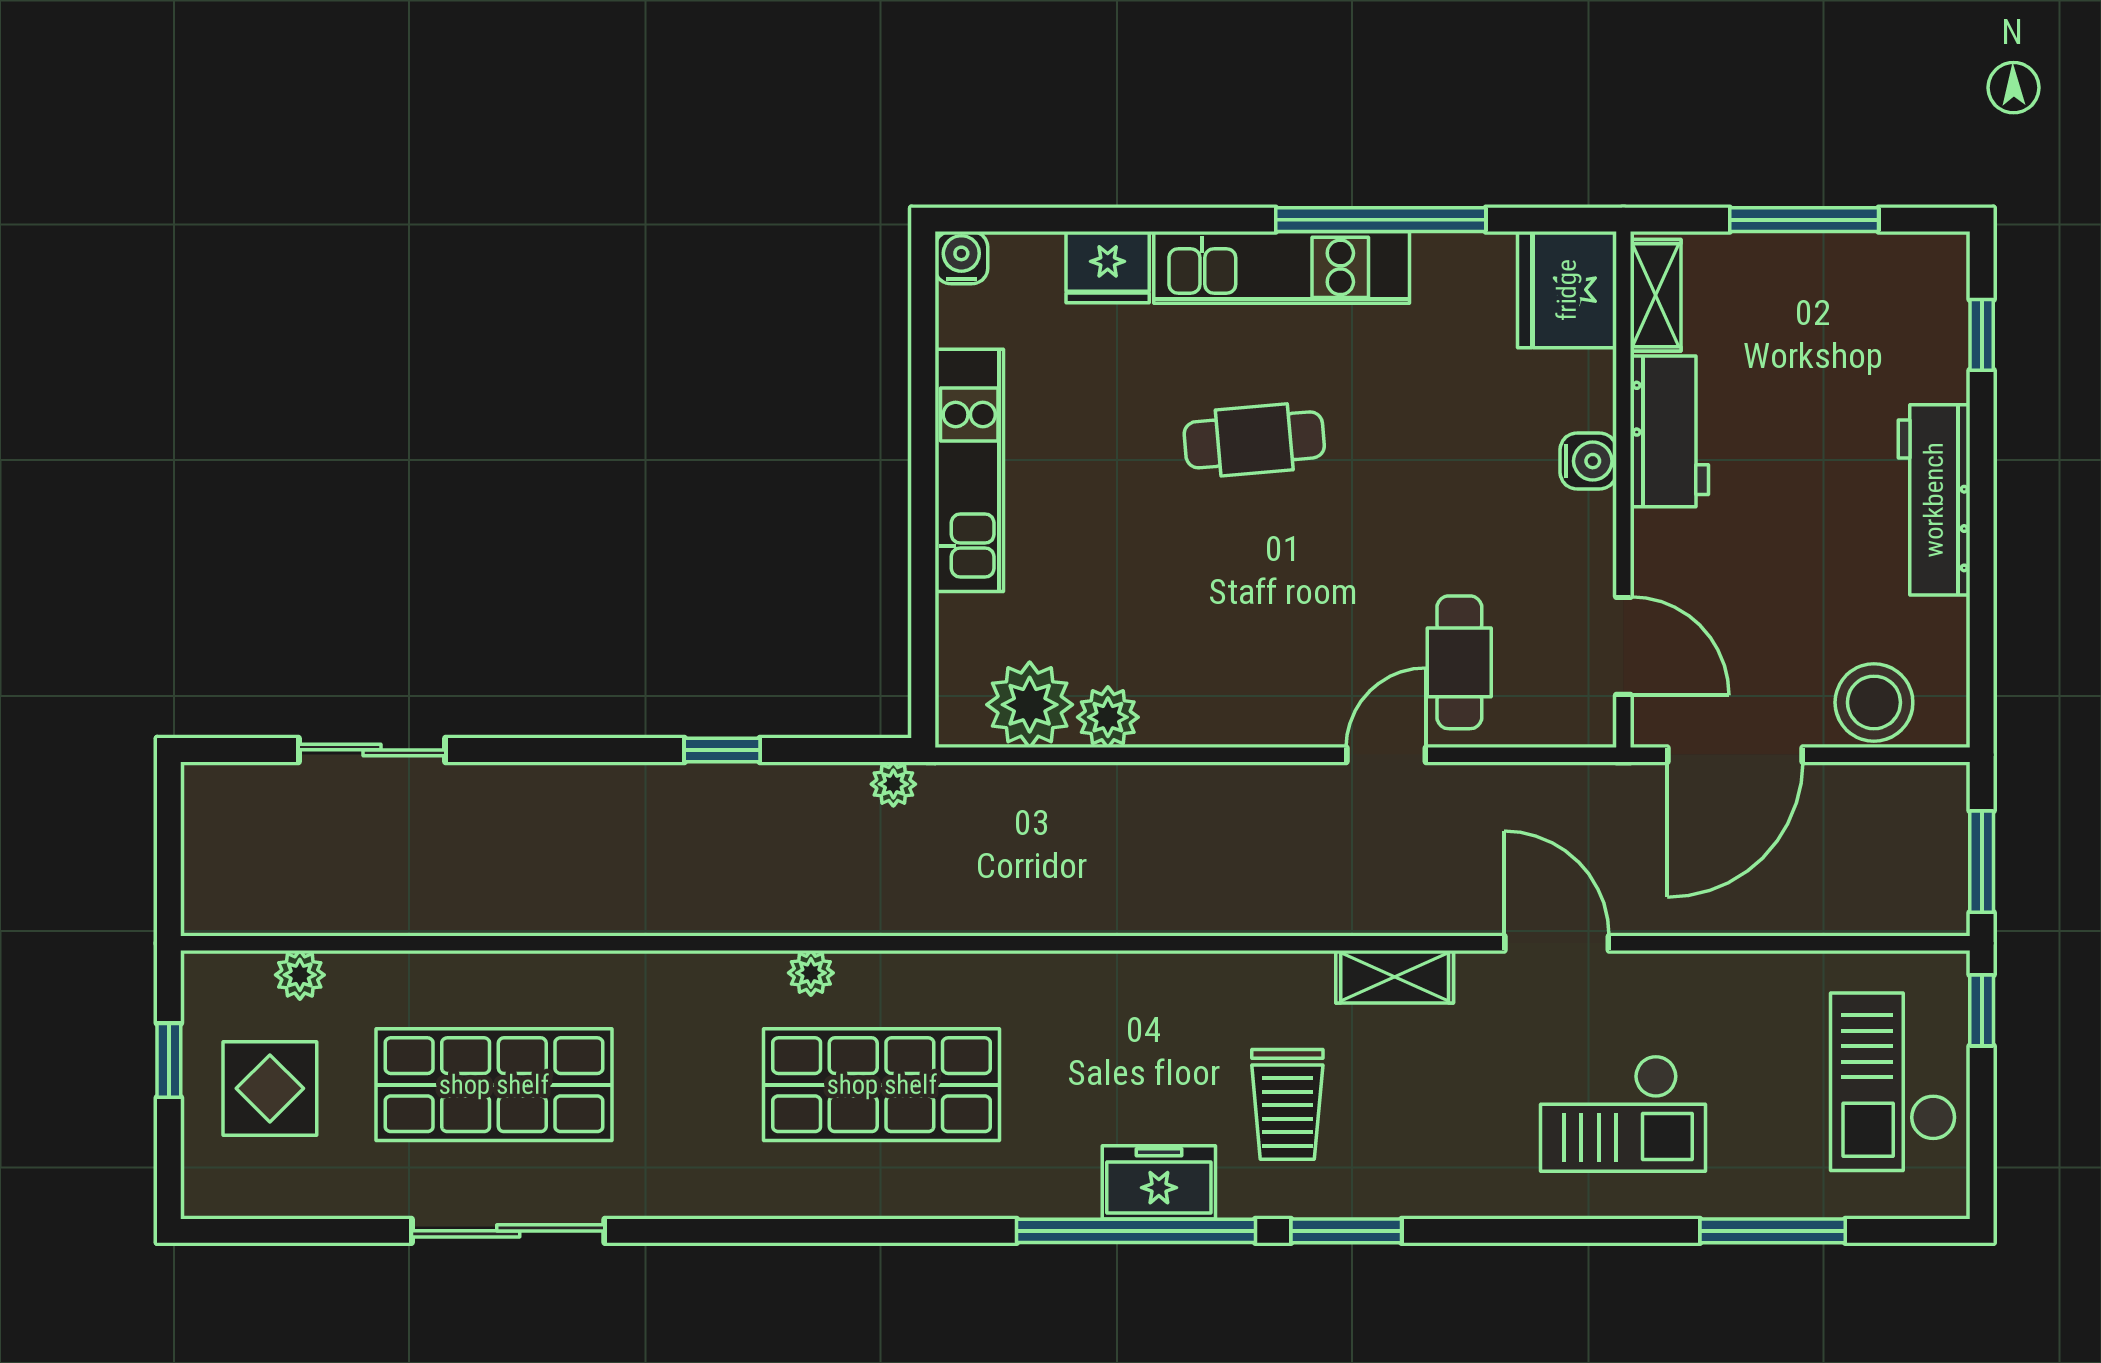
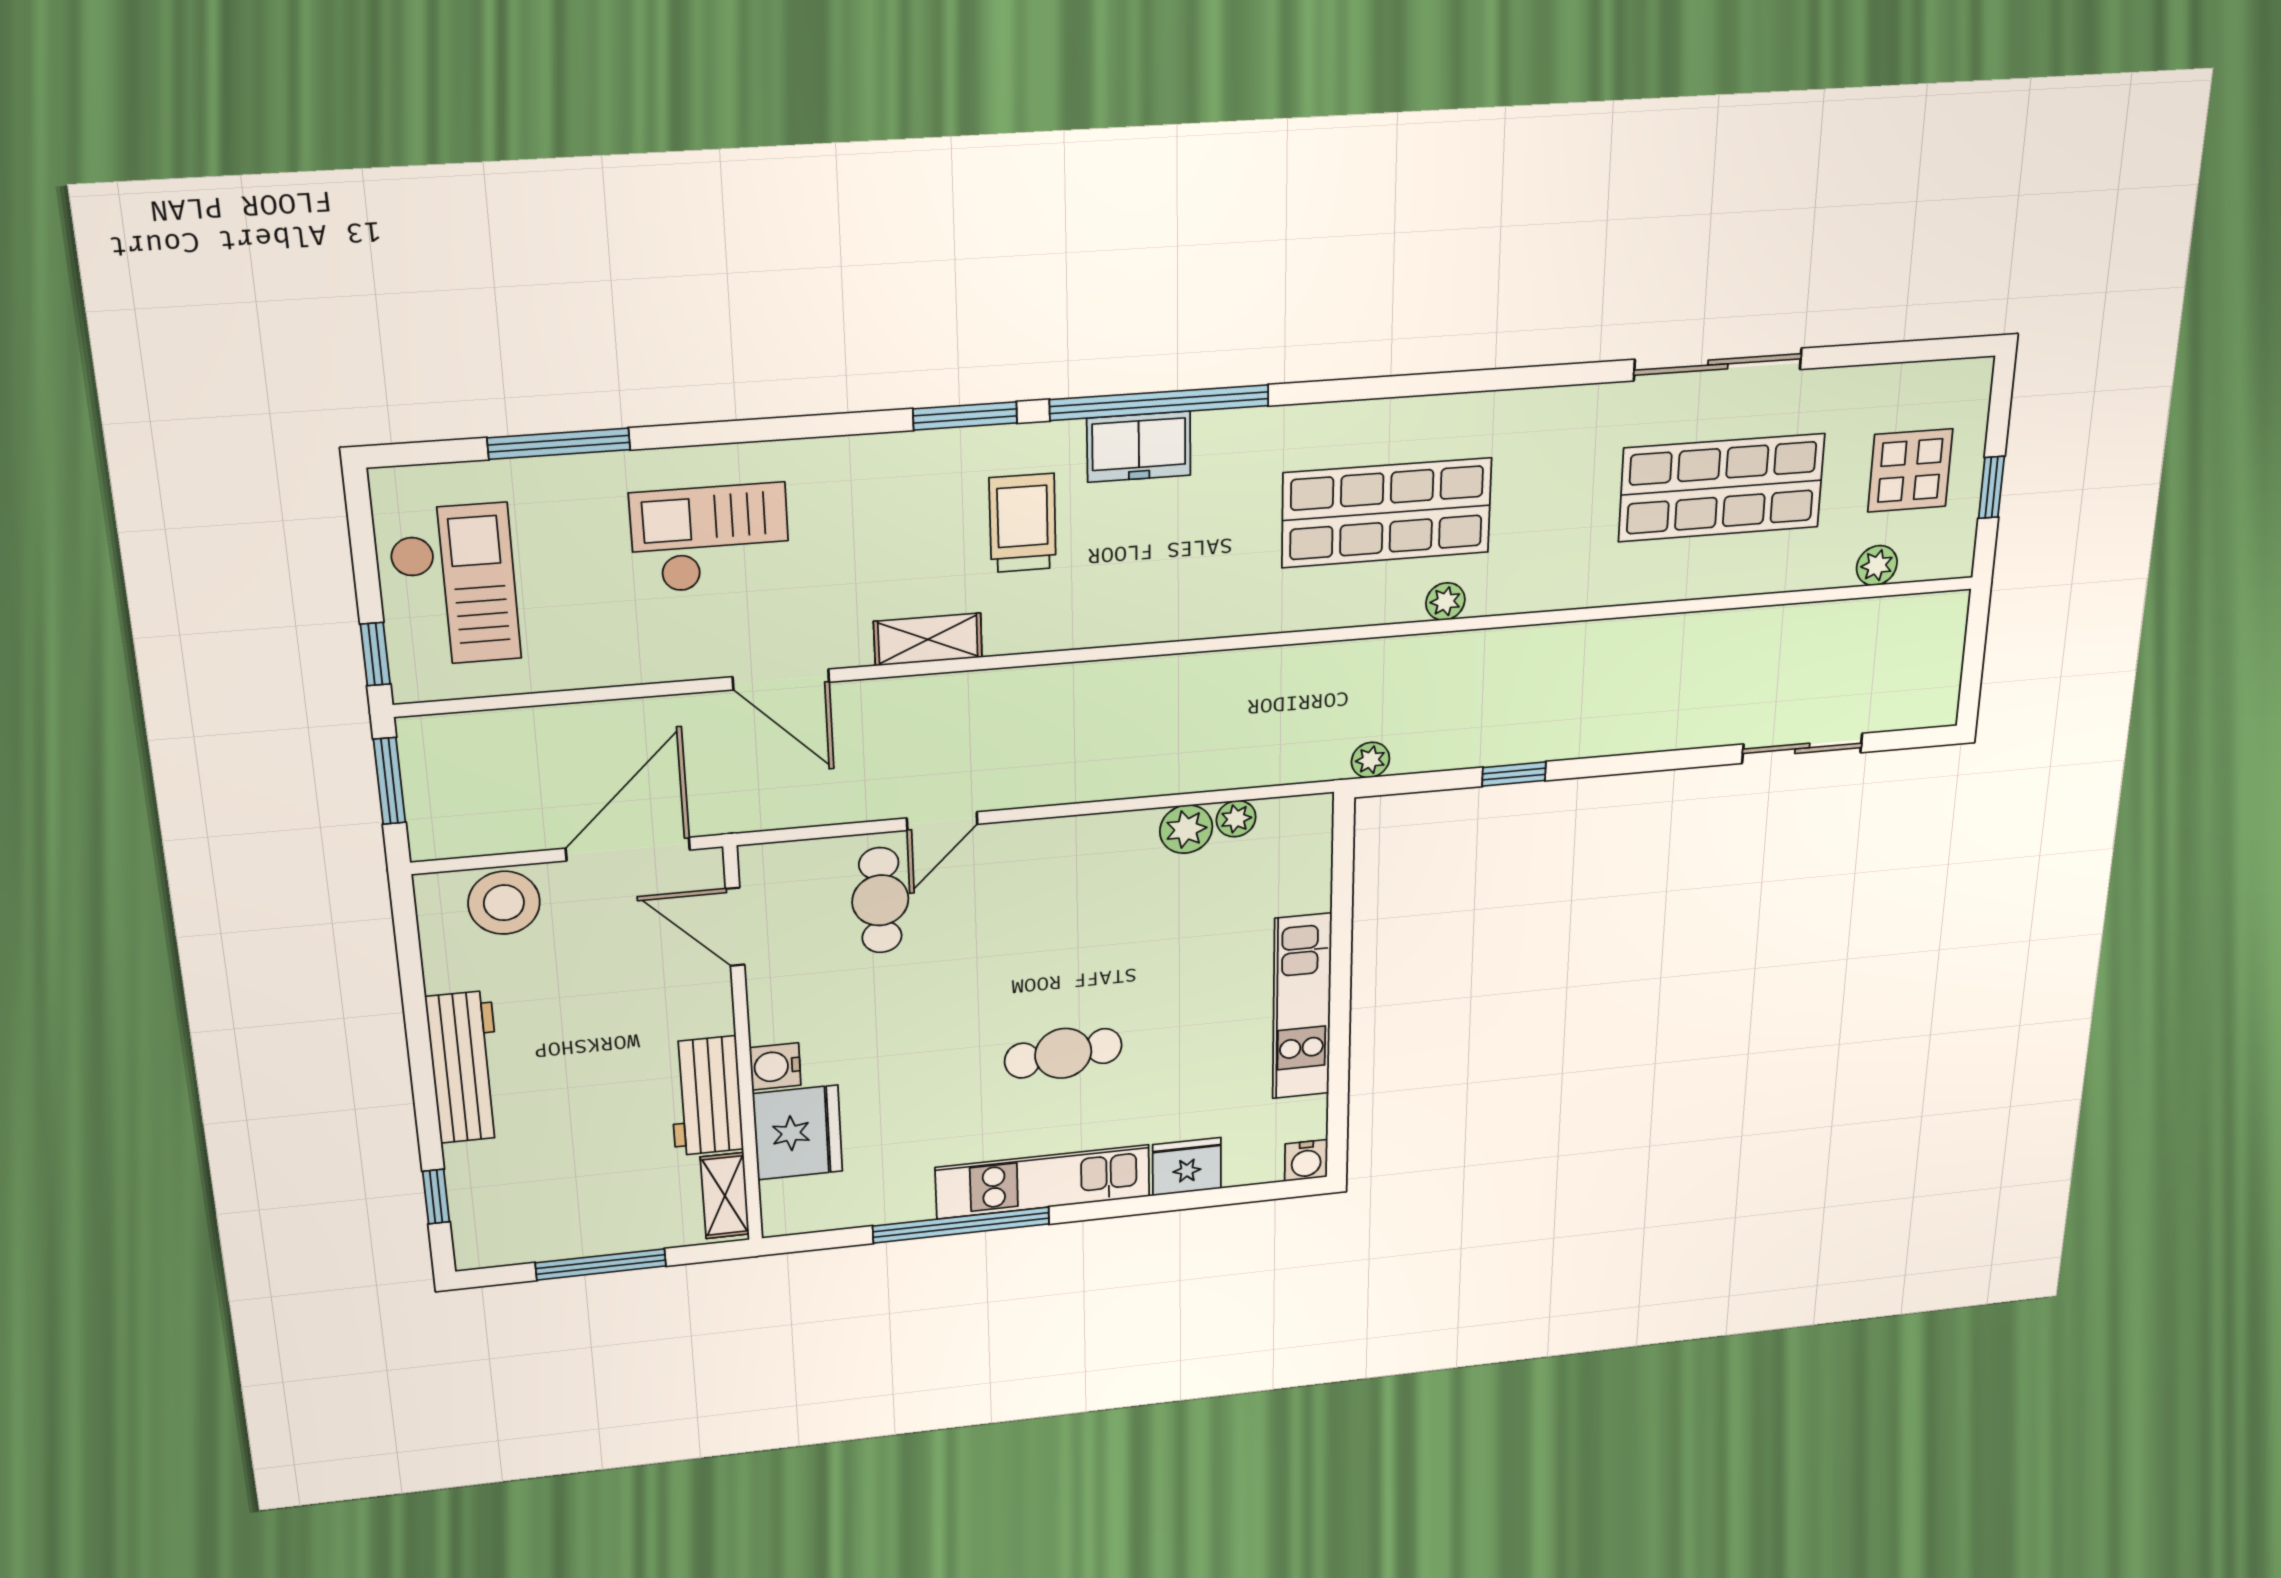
fridge: (1567, 290) -> (798, 1133), moved
plant: (1030, 705) -> (1236, 819), width x0.53, depth x0.53

